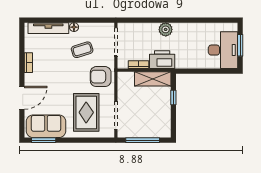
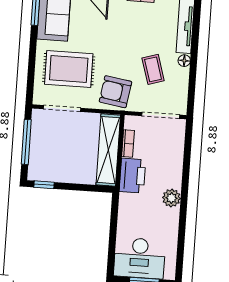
plant: (166, 29) -> (171, 198), moved
armchair: (101, 77) -> (115, 92), turned -81
shelving: (153, 79) -> (108, 150), width x1.47
window: (173, 98) -> (44, 185), moved

